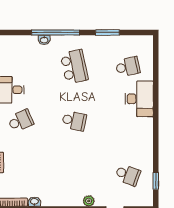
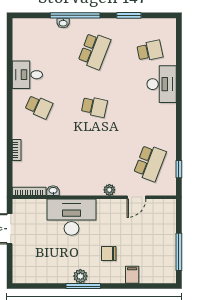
school desk: (74, 67) -> (94, 51), turned 33
school desk: (21, 121) -> (39, 107), turned 48
school desk: (128, 175) -> (150, 163), width x1.85

